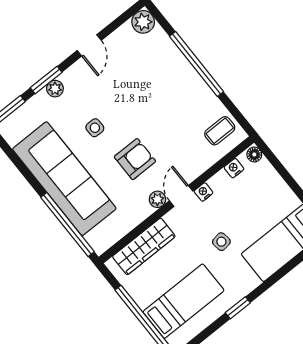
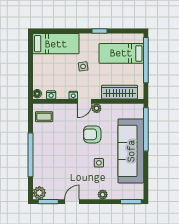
window: (46, 80) -> (48, 202), moved

